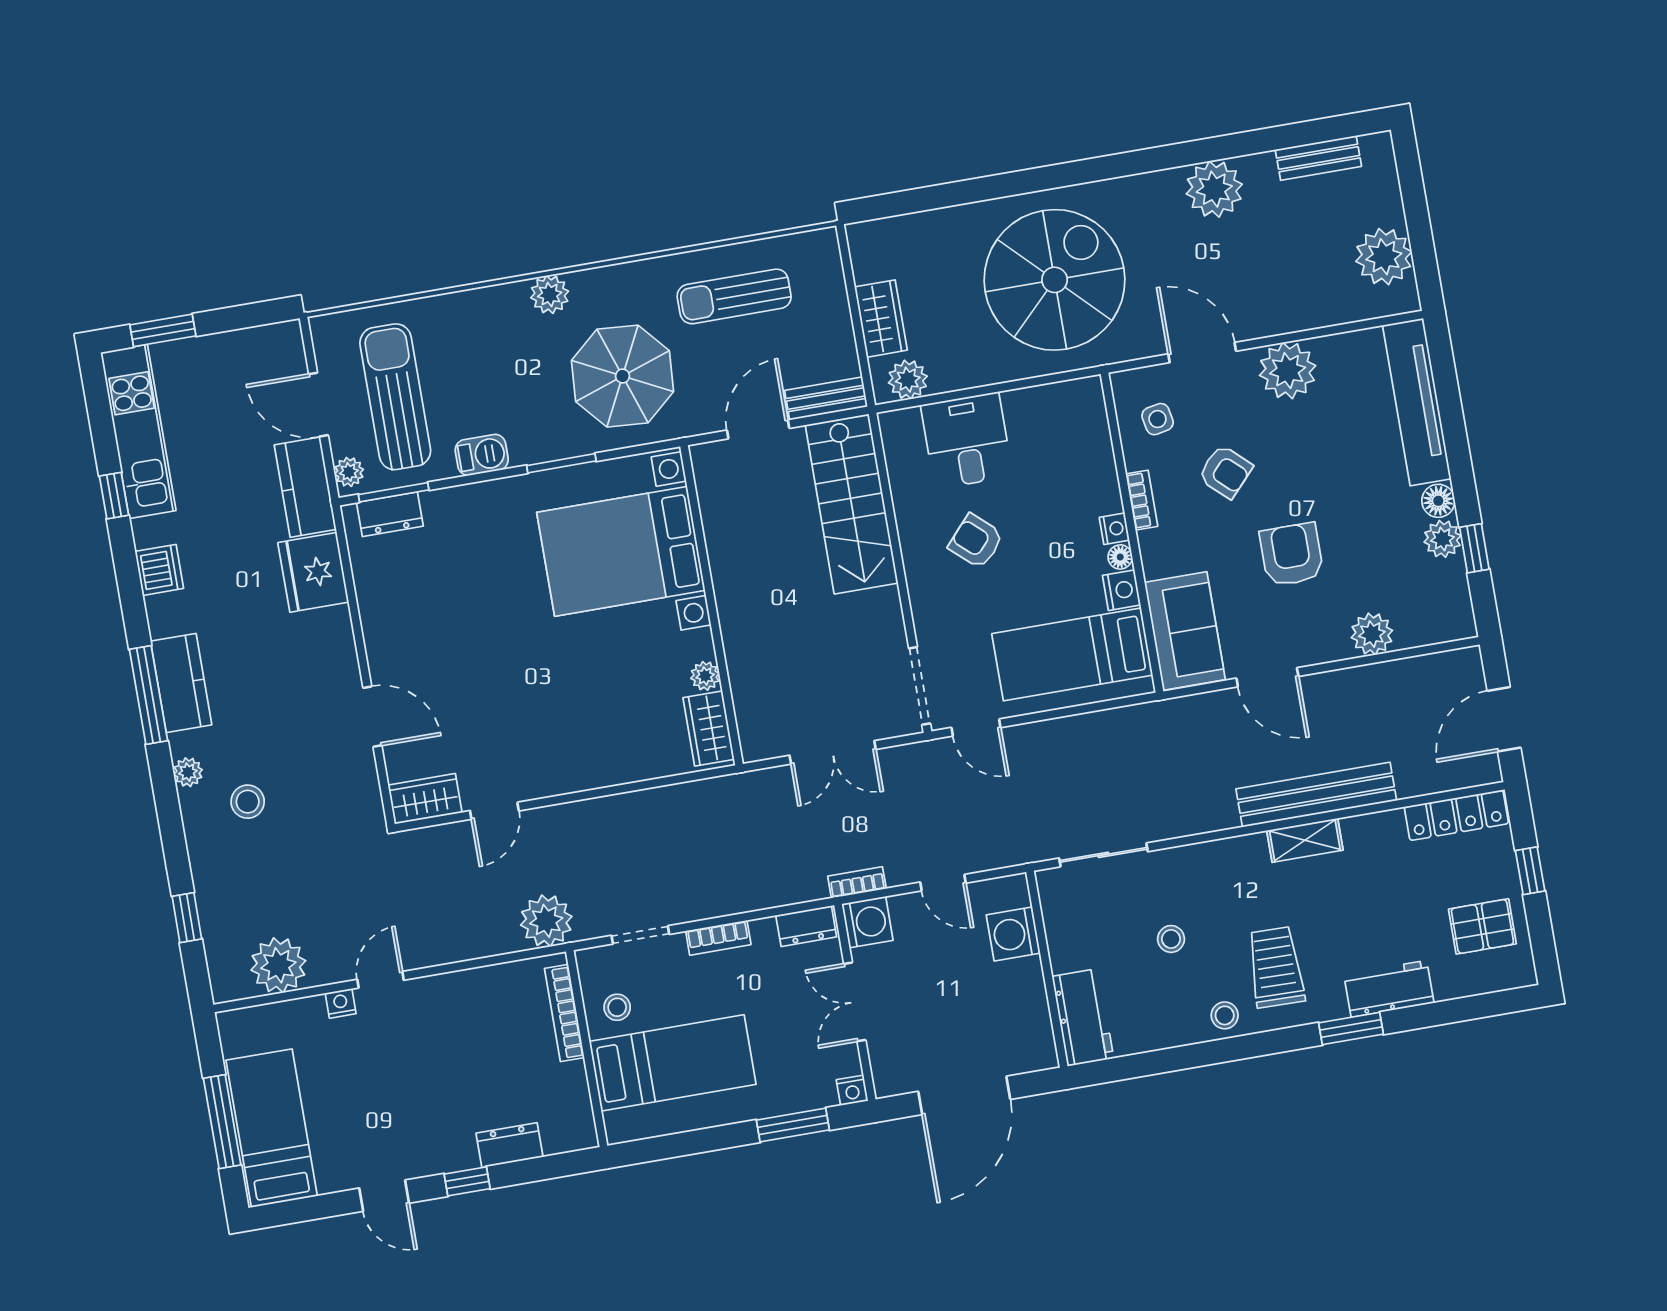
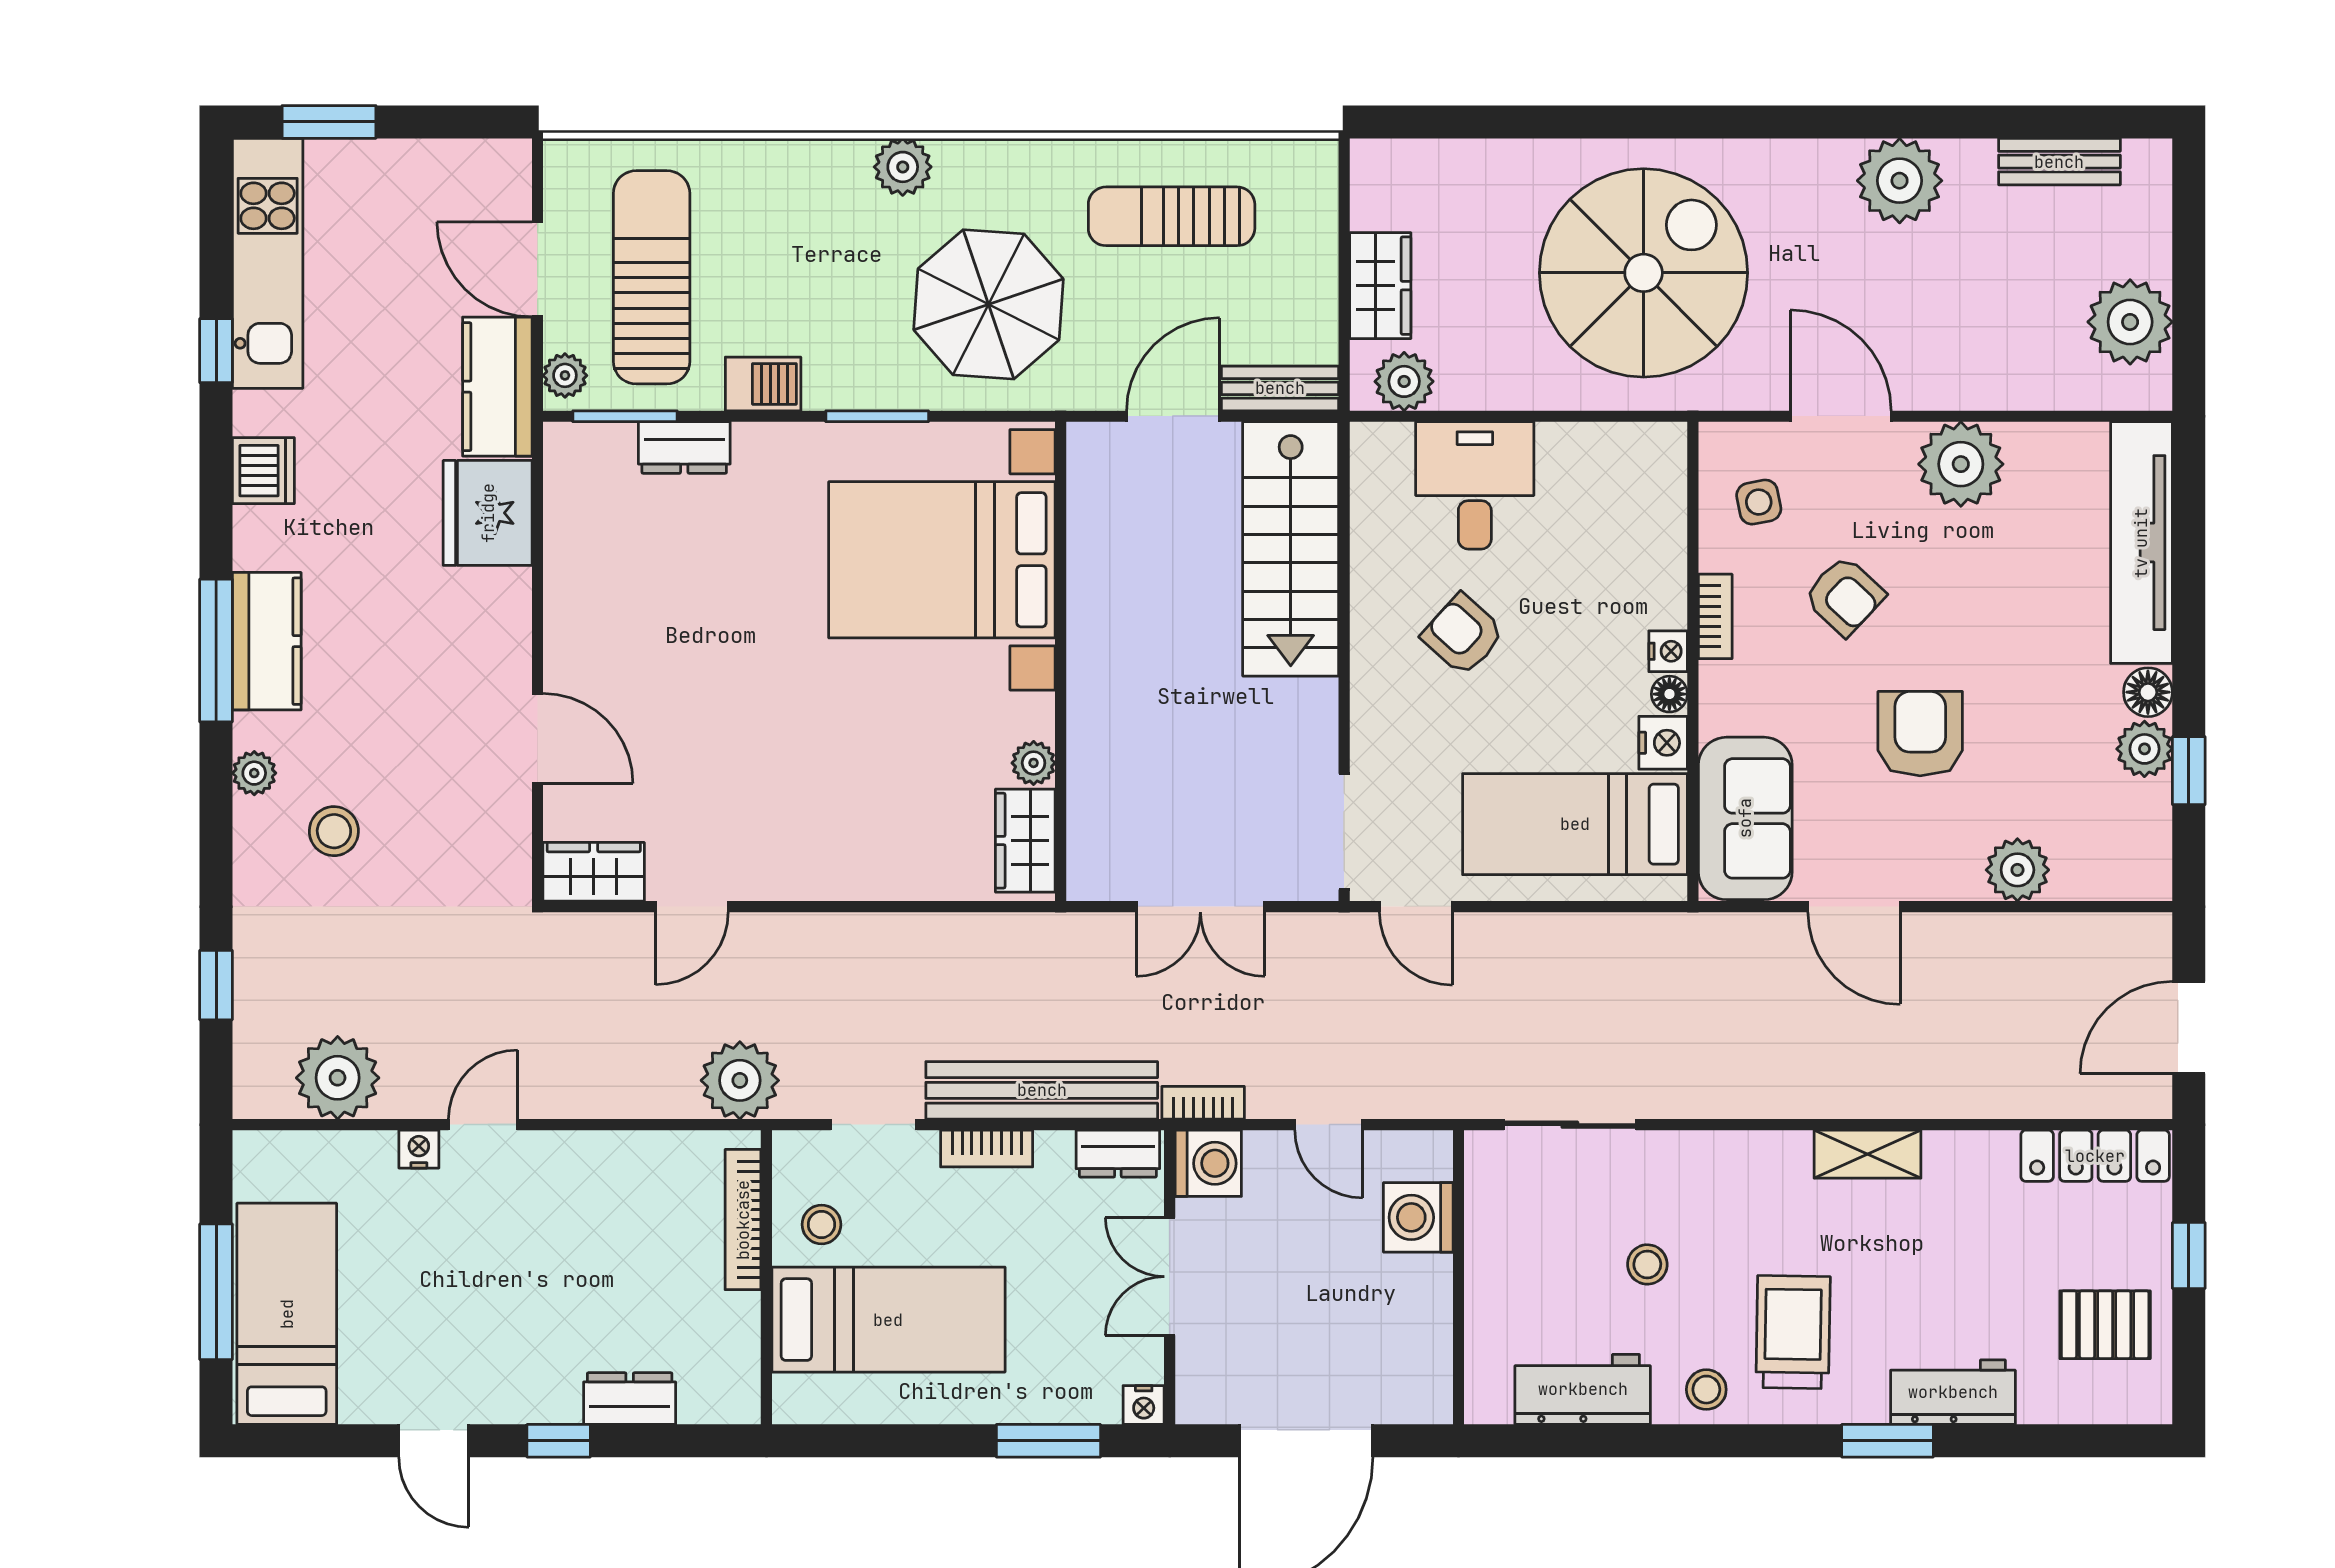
dresser: (390, 514) -> (684, 448), moved
bench: (1316, 795) -> (1042, 1090), moved
workbench: (1083, 1017) -> (1583, 1389), moved, turned -90

